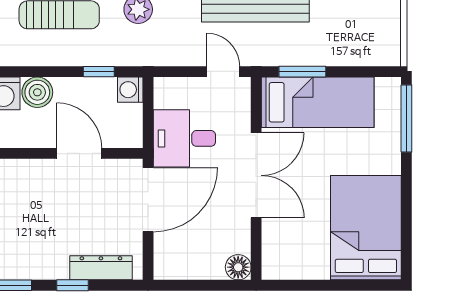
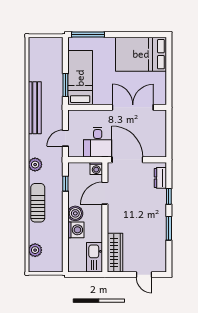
door: (223, 72) -> (65, 138), moved
washing machine: (130, 90) -> (96, 168), moved
double door: (256, 175) -> (133, 107), moved
floor lamp: (238, 267) -> (160, 116), removed
dresser: (101, 268) -> (160, 178), width x0.70

